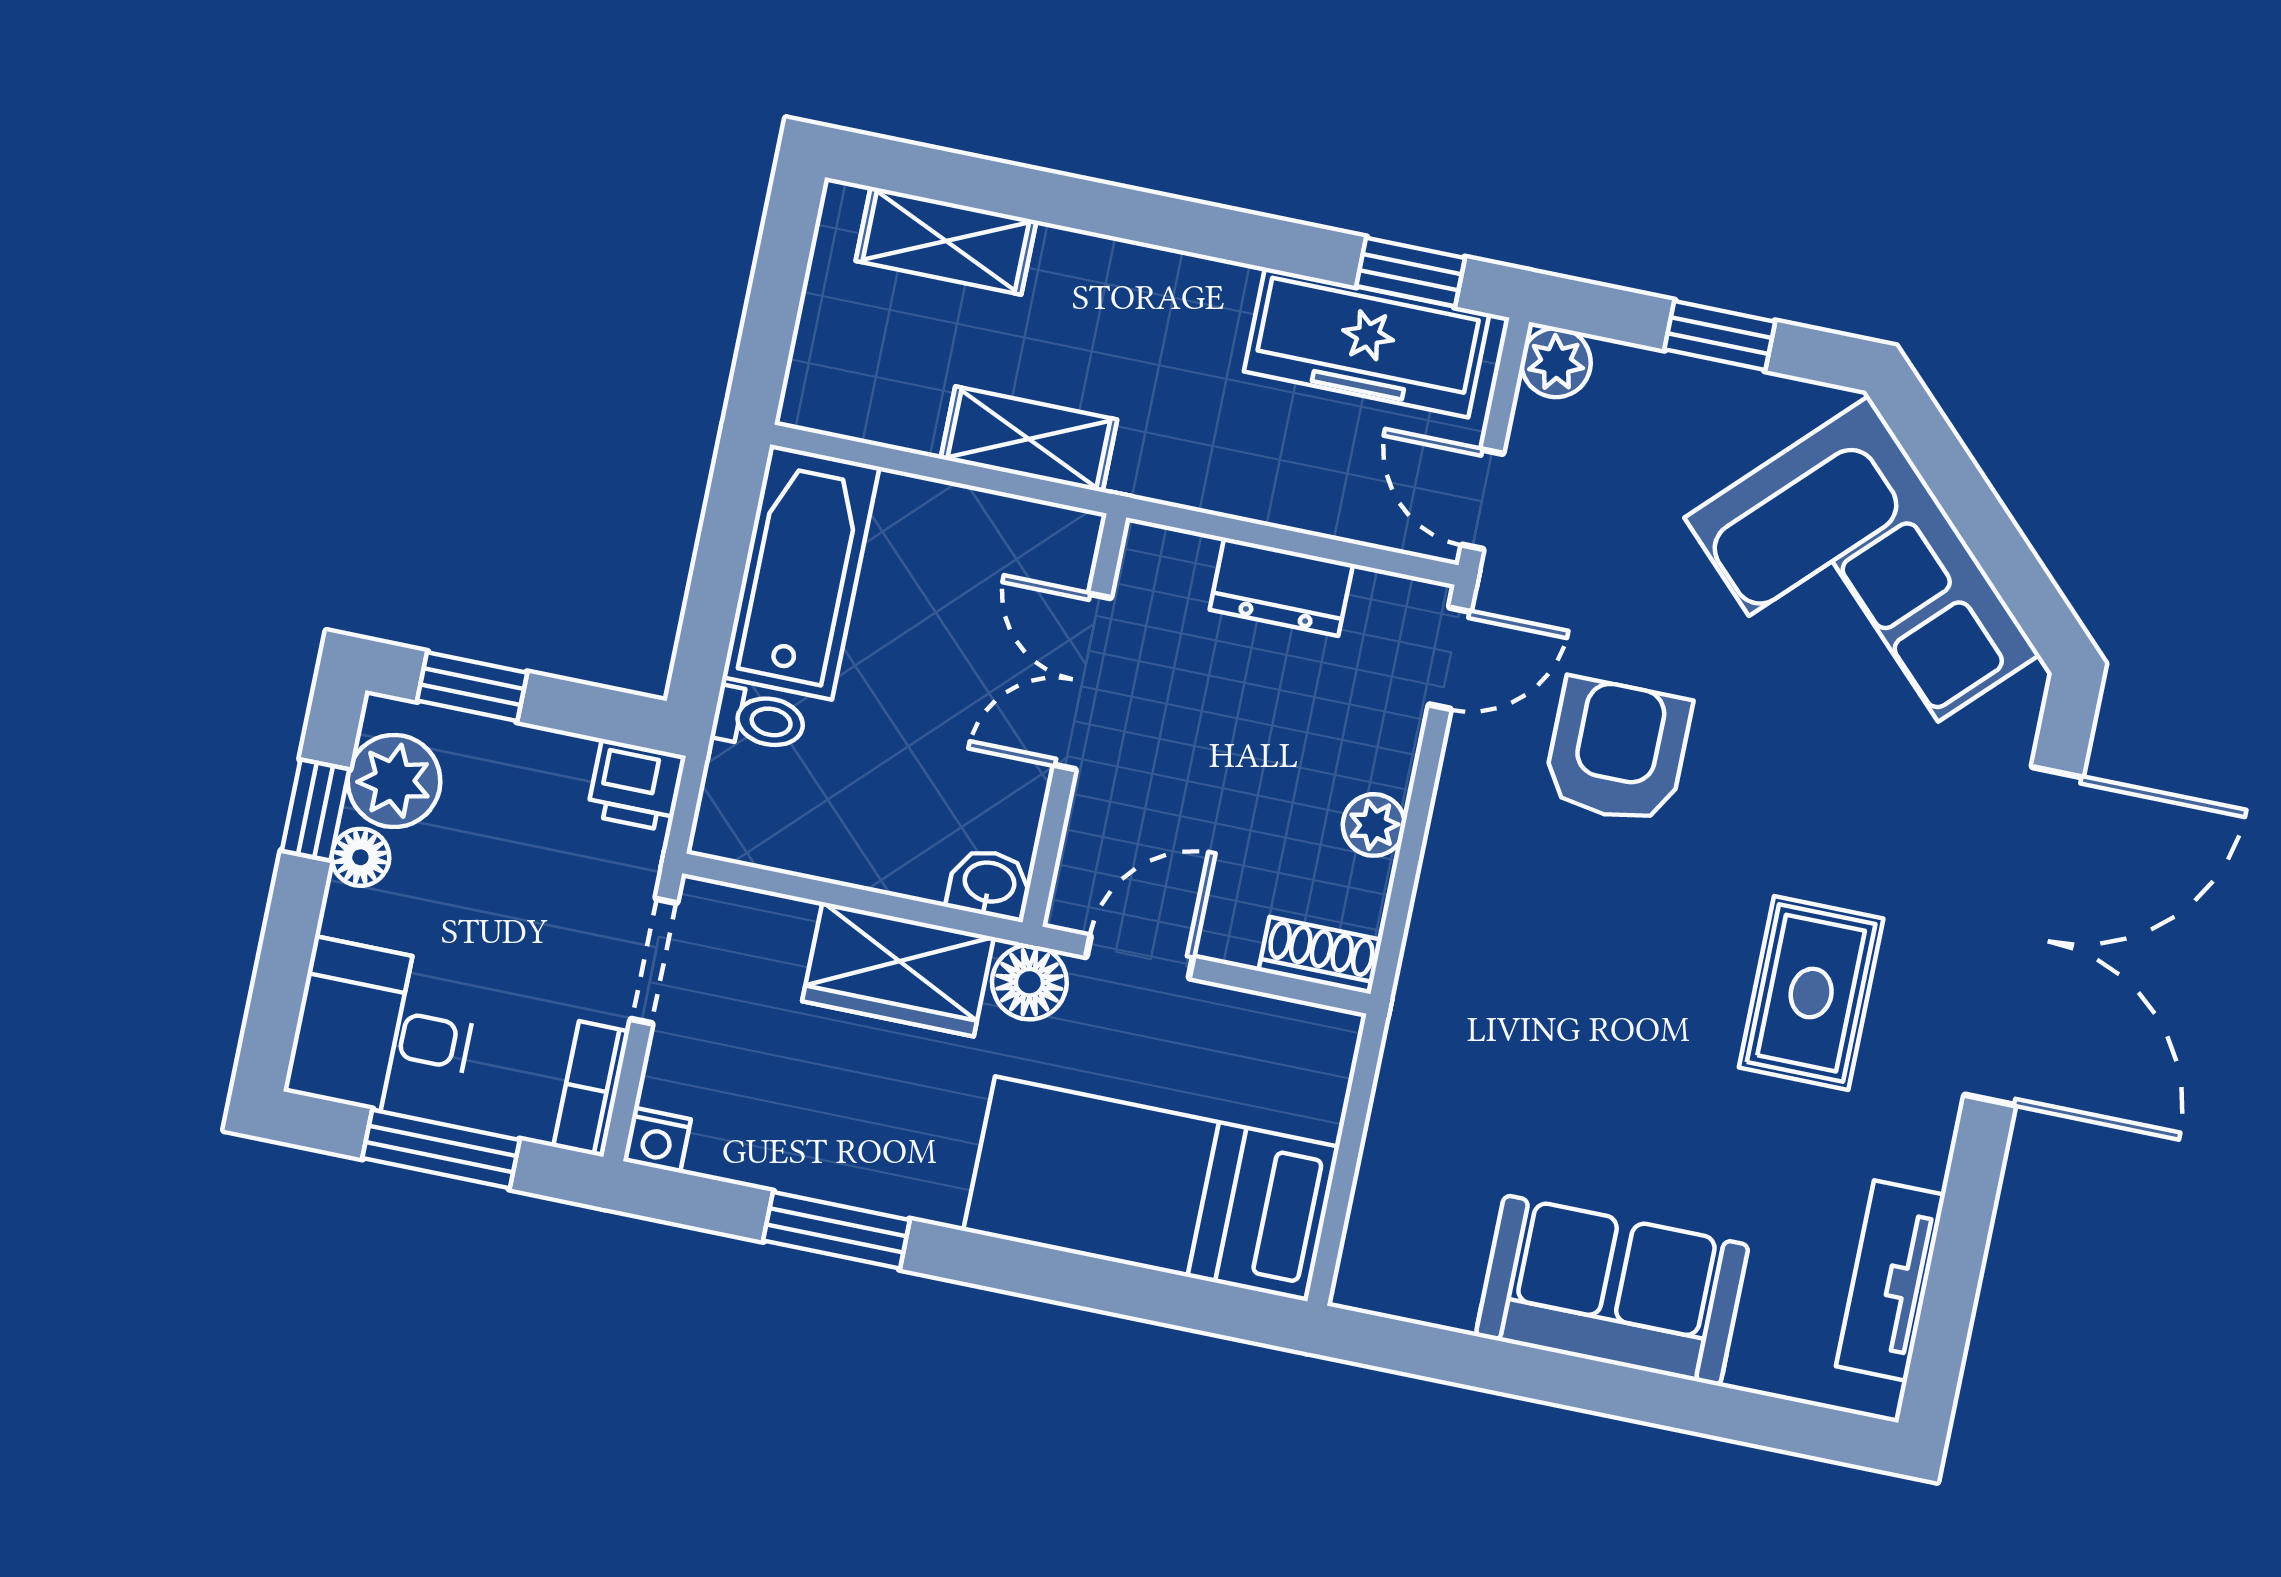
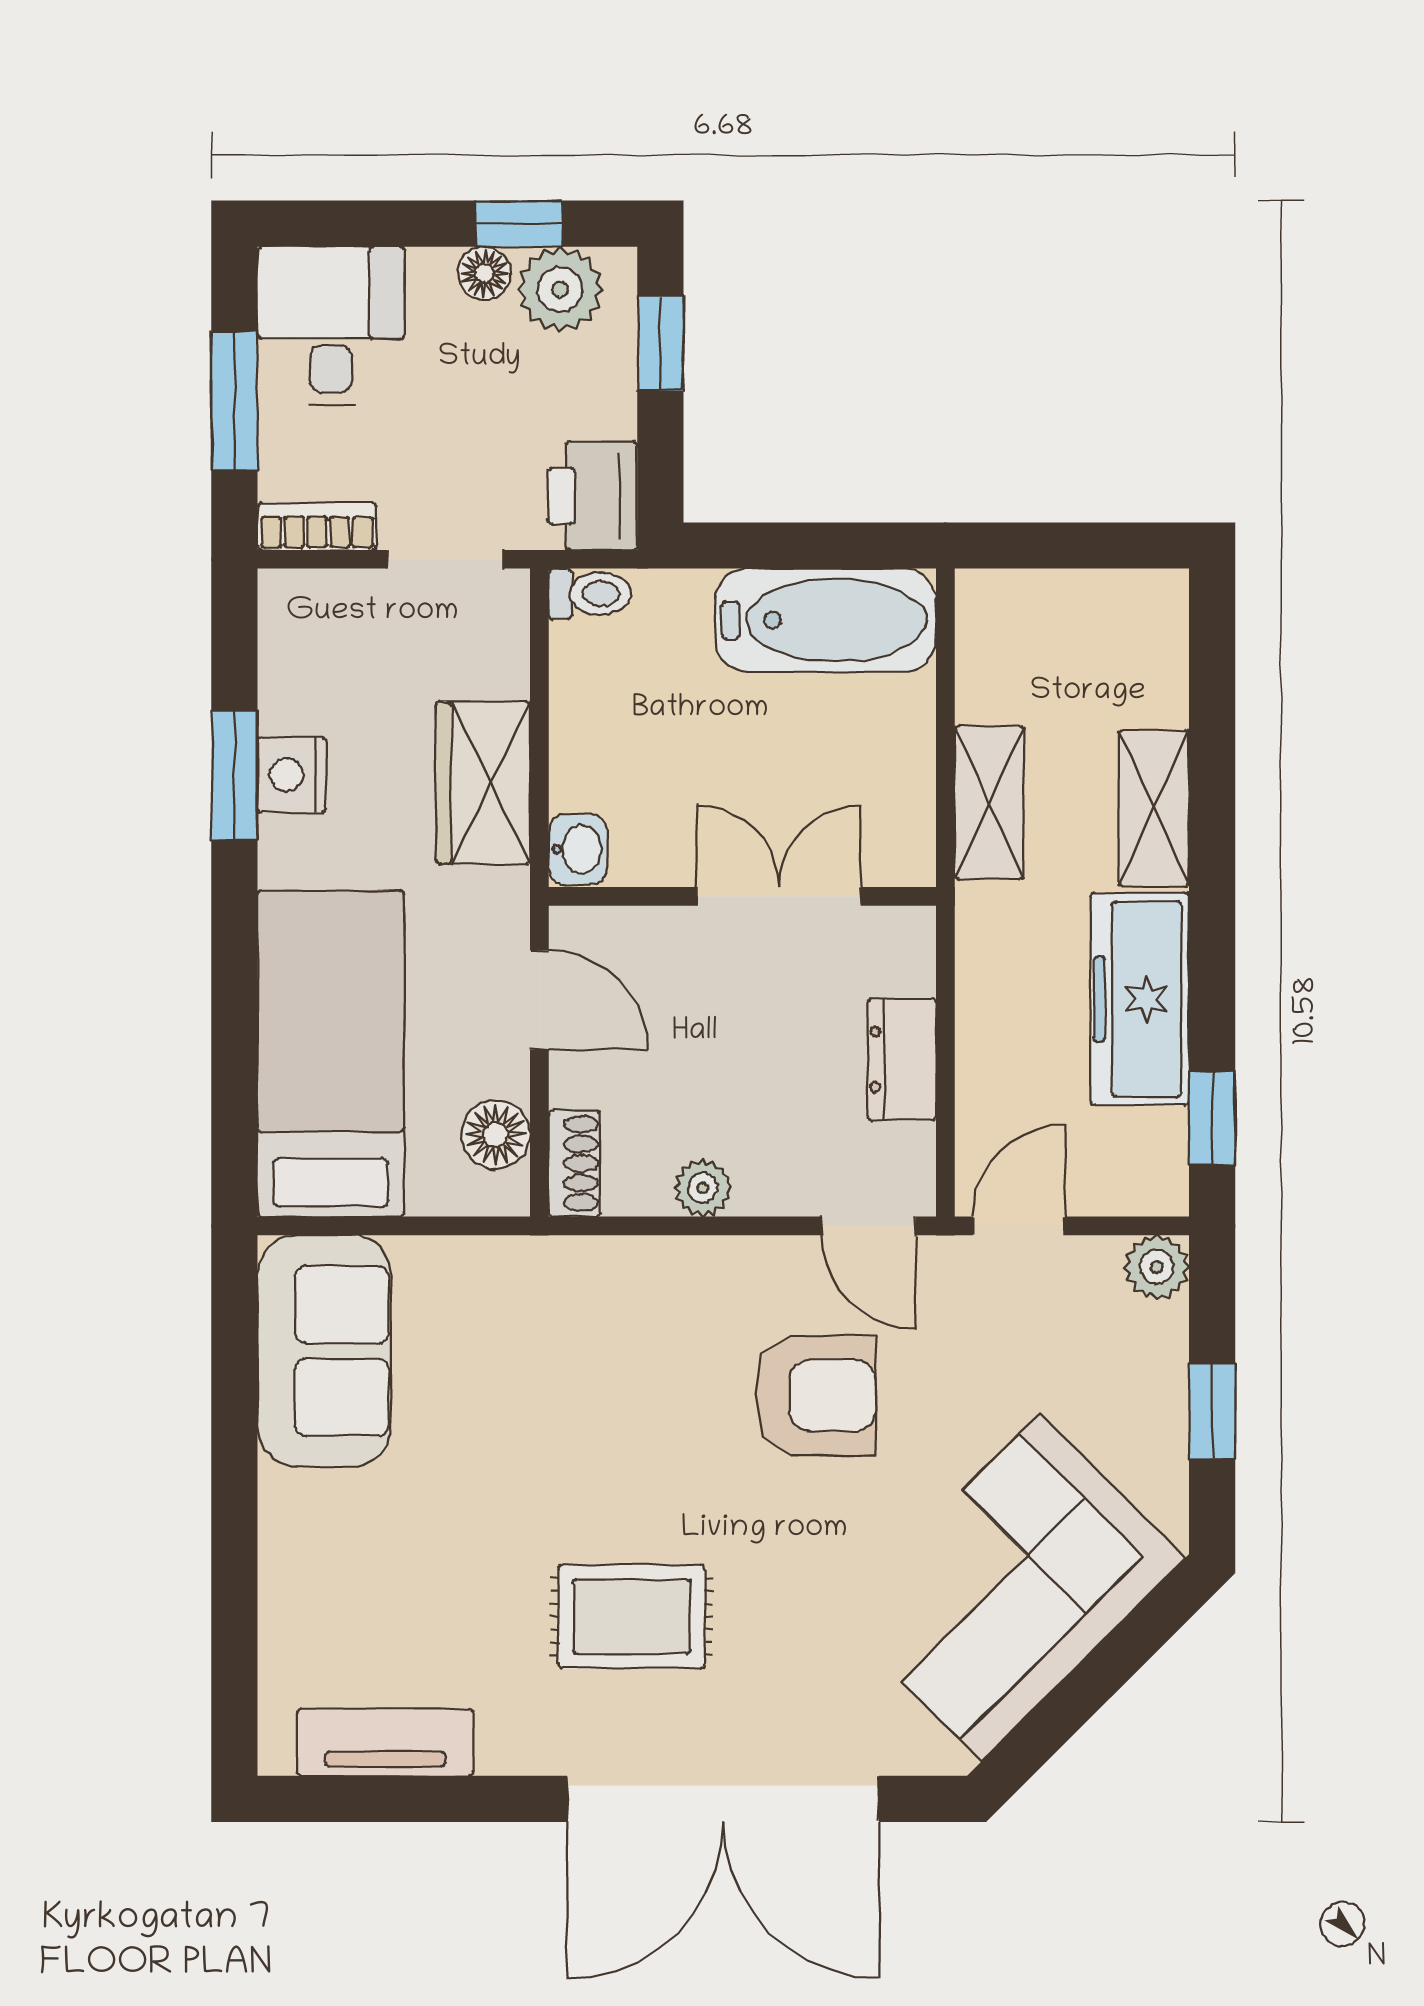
shelving: (946, 241) -> (1154, 808), moved
freezer: (1367, 343) -> (1140, 999), moved
toilet: (759, 719) -> (590, 594), moved, turned -90
printer: (636, 785) -> (593, 496), width x1.36, depth x1.24
floor lamp: (1029, 982) -> (496, 1134), moved
nightstand: (657, 1140) -> (292, 775), moved, width x1.39, depth x1.35
sofa: (1612, 1290) -> (324, 1351), moved

